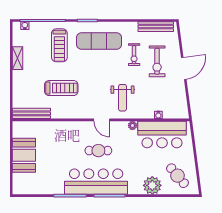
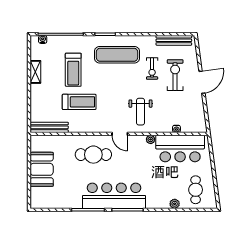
treadmill: (59, 45) -> (73, 70), moved
exercise bike: (157, 61) -> (175, 75), turned 180
cafe table: (98, 151) -> (93, 155), moved, width x1.37, depth x1.35
cafe table: (177, 176) -> (196, 190), turned 40
plant: (152, 185) -> (175, 204), width x0.53, depth x0.53

